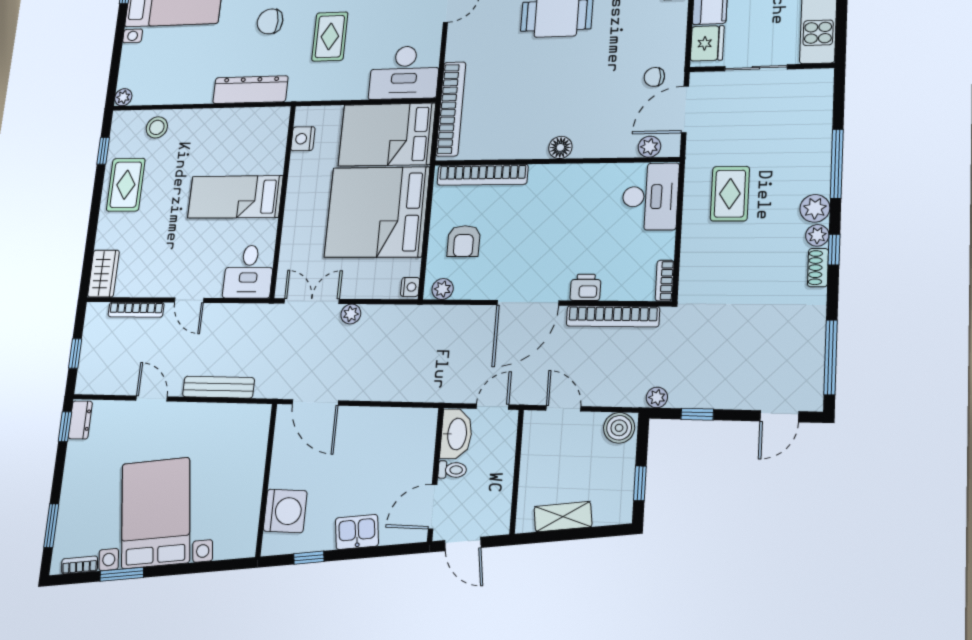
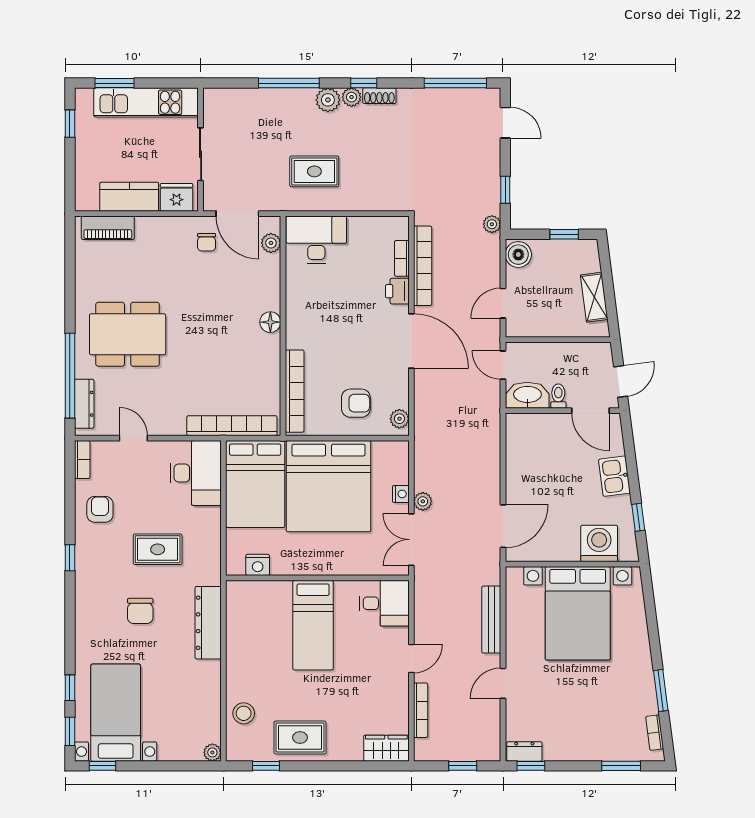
bookcase: (665, 281) -> (402, 258), moved, turned 90
nightstand: (410, 287) -> (401, 494), moved, turned 90
bed with nightstands: (156, 513) -> (578, 613), moved, turned -83

